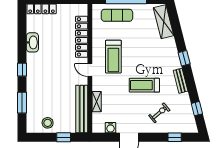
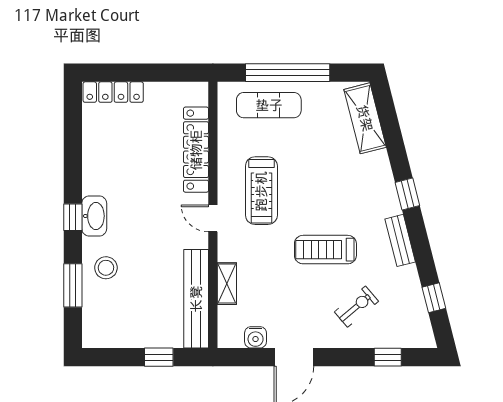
washbasin: (32, 42) -> (94, 216), moved
stool: (48, 123) -> (106, 268), moved

